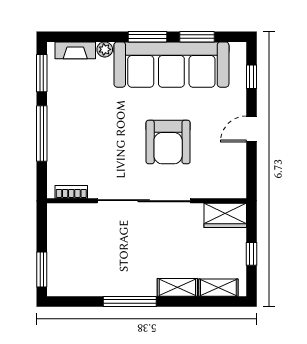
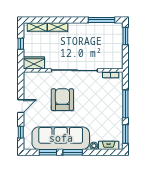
window: (130, 301) -> (101, 20), moved

